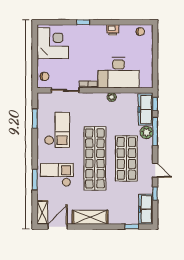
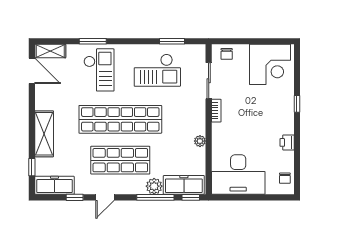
desk: (119, 73) -> (238, 174), moved, turned -90
shelving: (90, 217) -> (44, 134), moved

